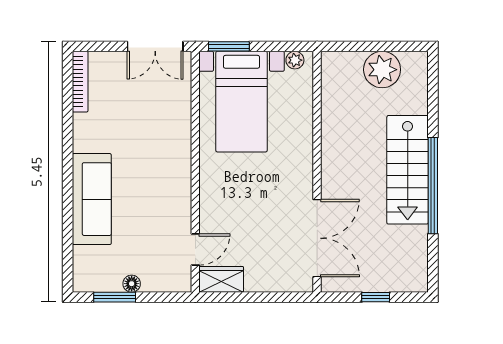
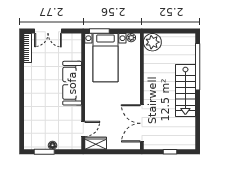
double door: (155, 46) -> (48, 31), moved
plant: (382, 70) -> (152, 42), moved
window: (433, 186) -> (198, 67), moved
sofa: (92, 199) -> (72, 83), moved, turned 180
double door: (317, 238) -> (142, 123), swing flipped

